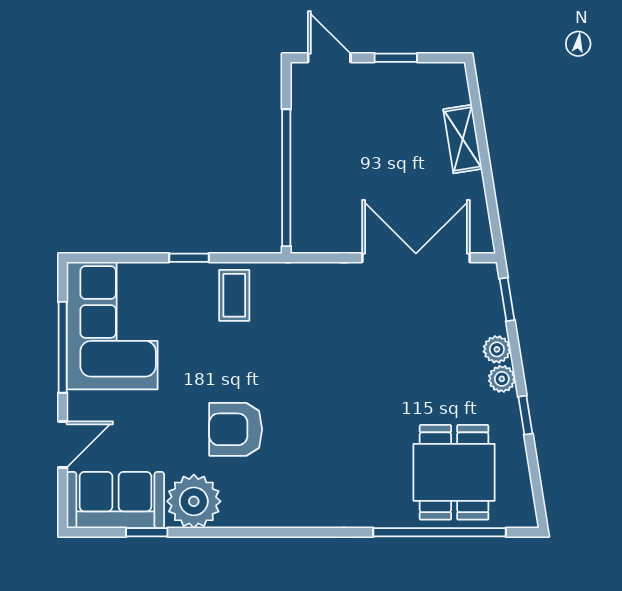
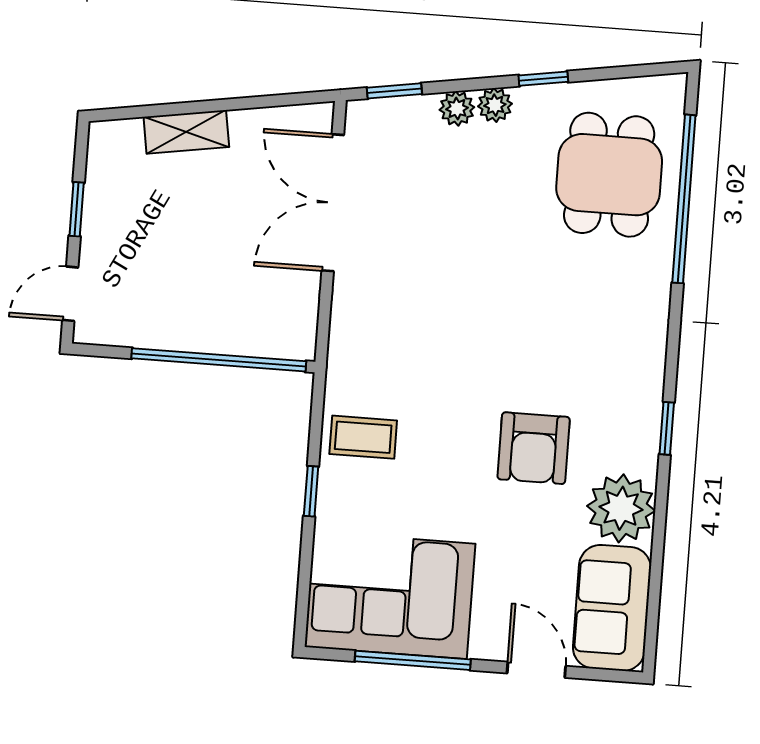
dining table: (454, 472) -> (609, 175), turned 90
window: (147, 532) -> (667, 428), moved

